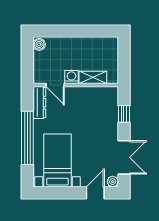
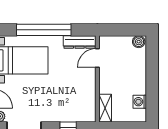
washing machine: (71, 77) -> (140, 102), moved, turned 180
shelving: (93, 77) -> (105, 108), moved

